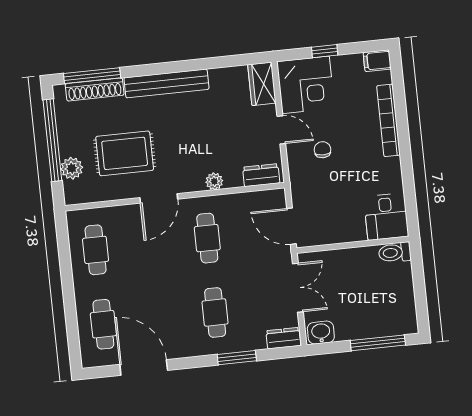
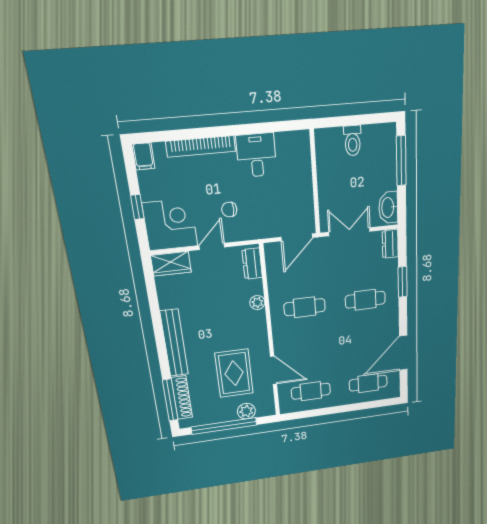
door: (159, 198) -> (274, 370), moved
desk: (386, 217) -> (256, 155), moved, turned -90
toilet: (395, 252) -> (353, 141), moved
washbasin: (321, 333) -> (388, 208), width x1.38

